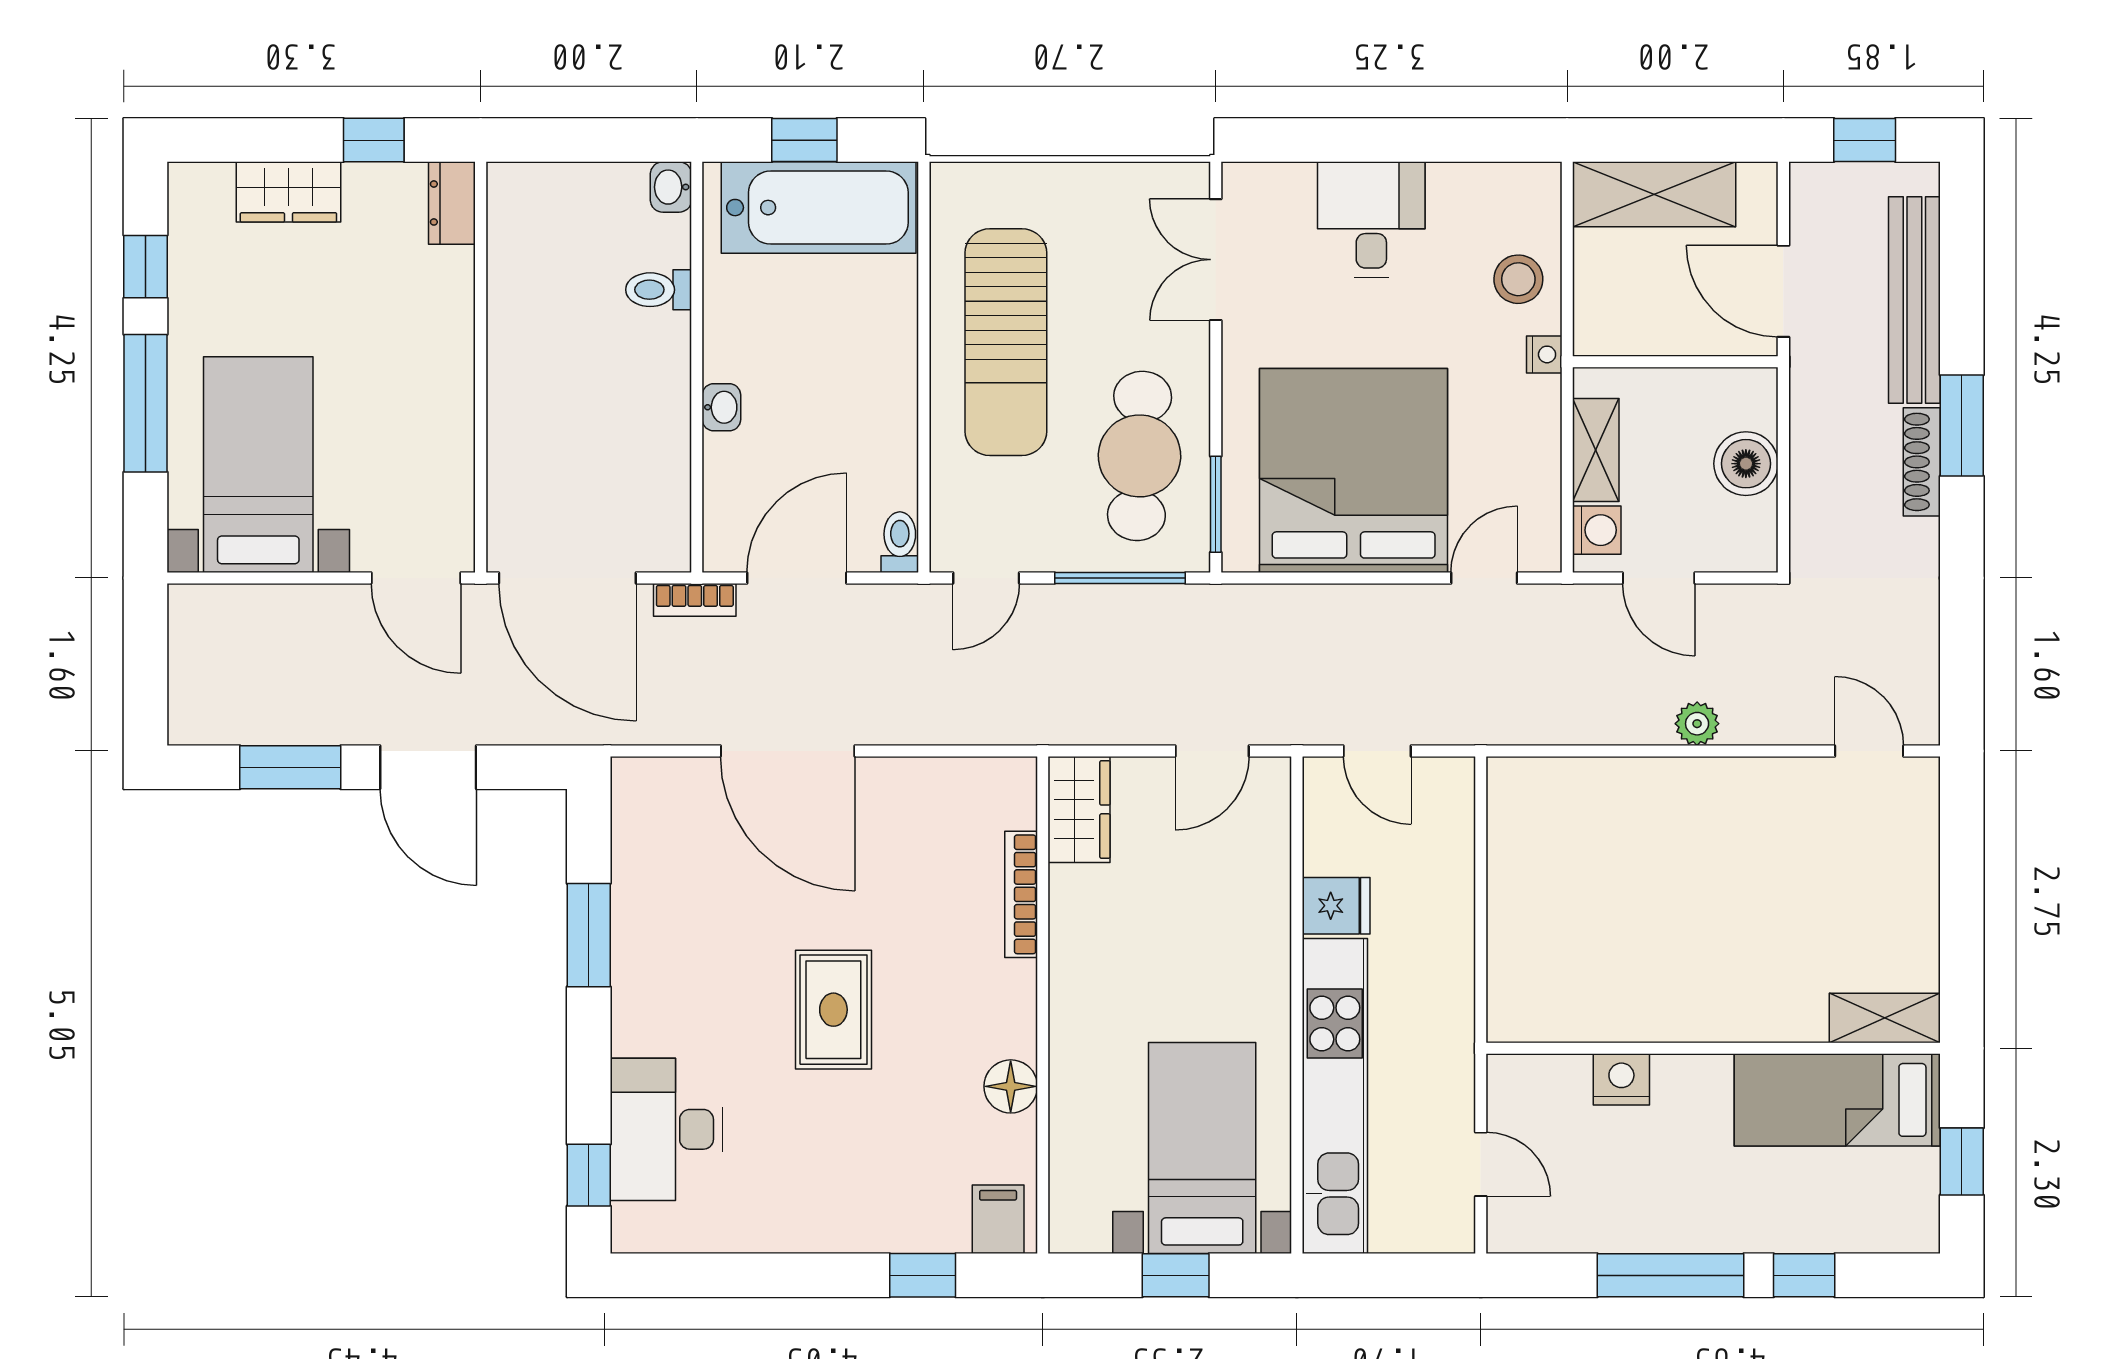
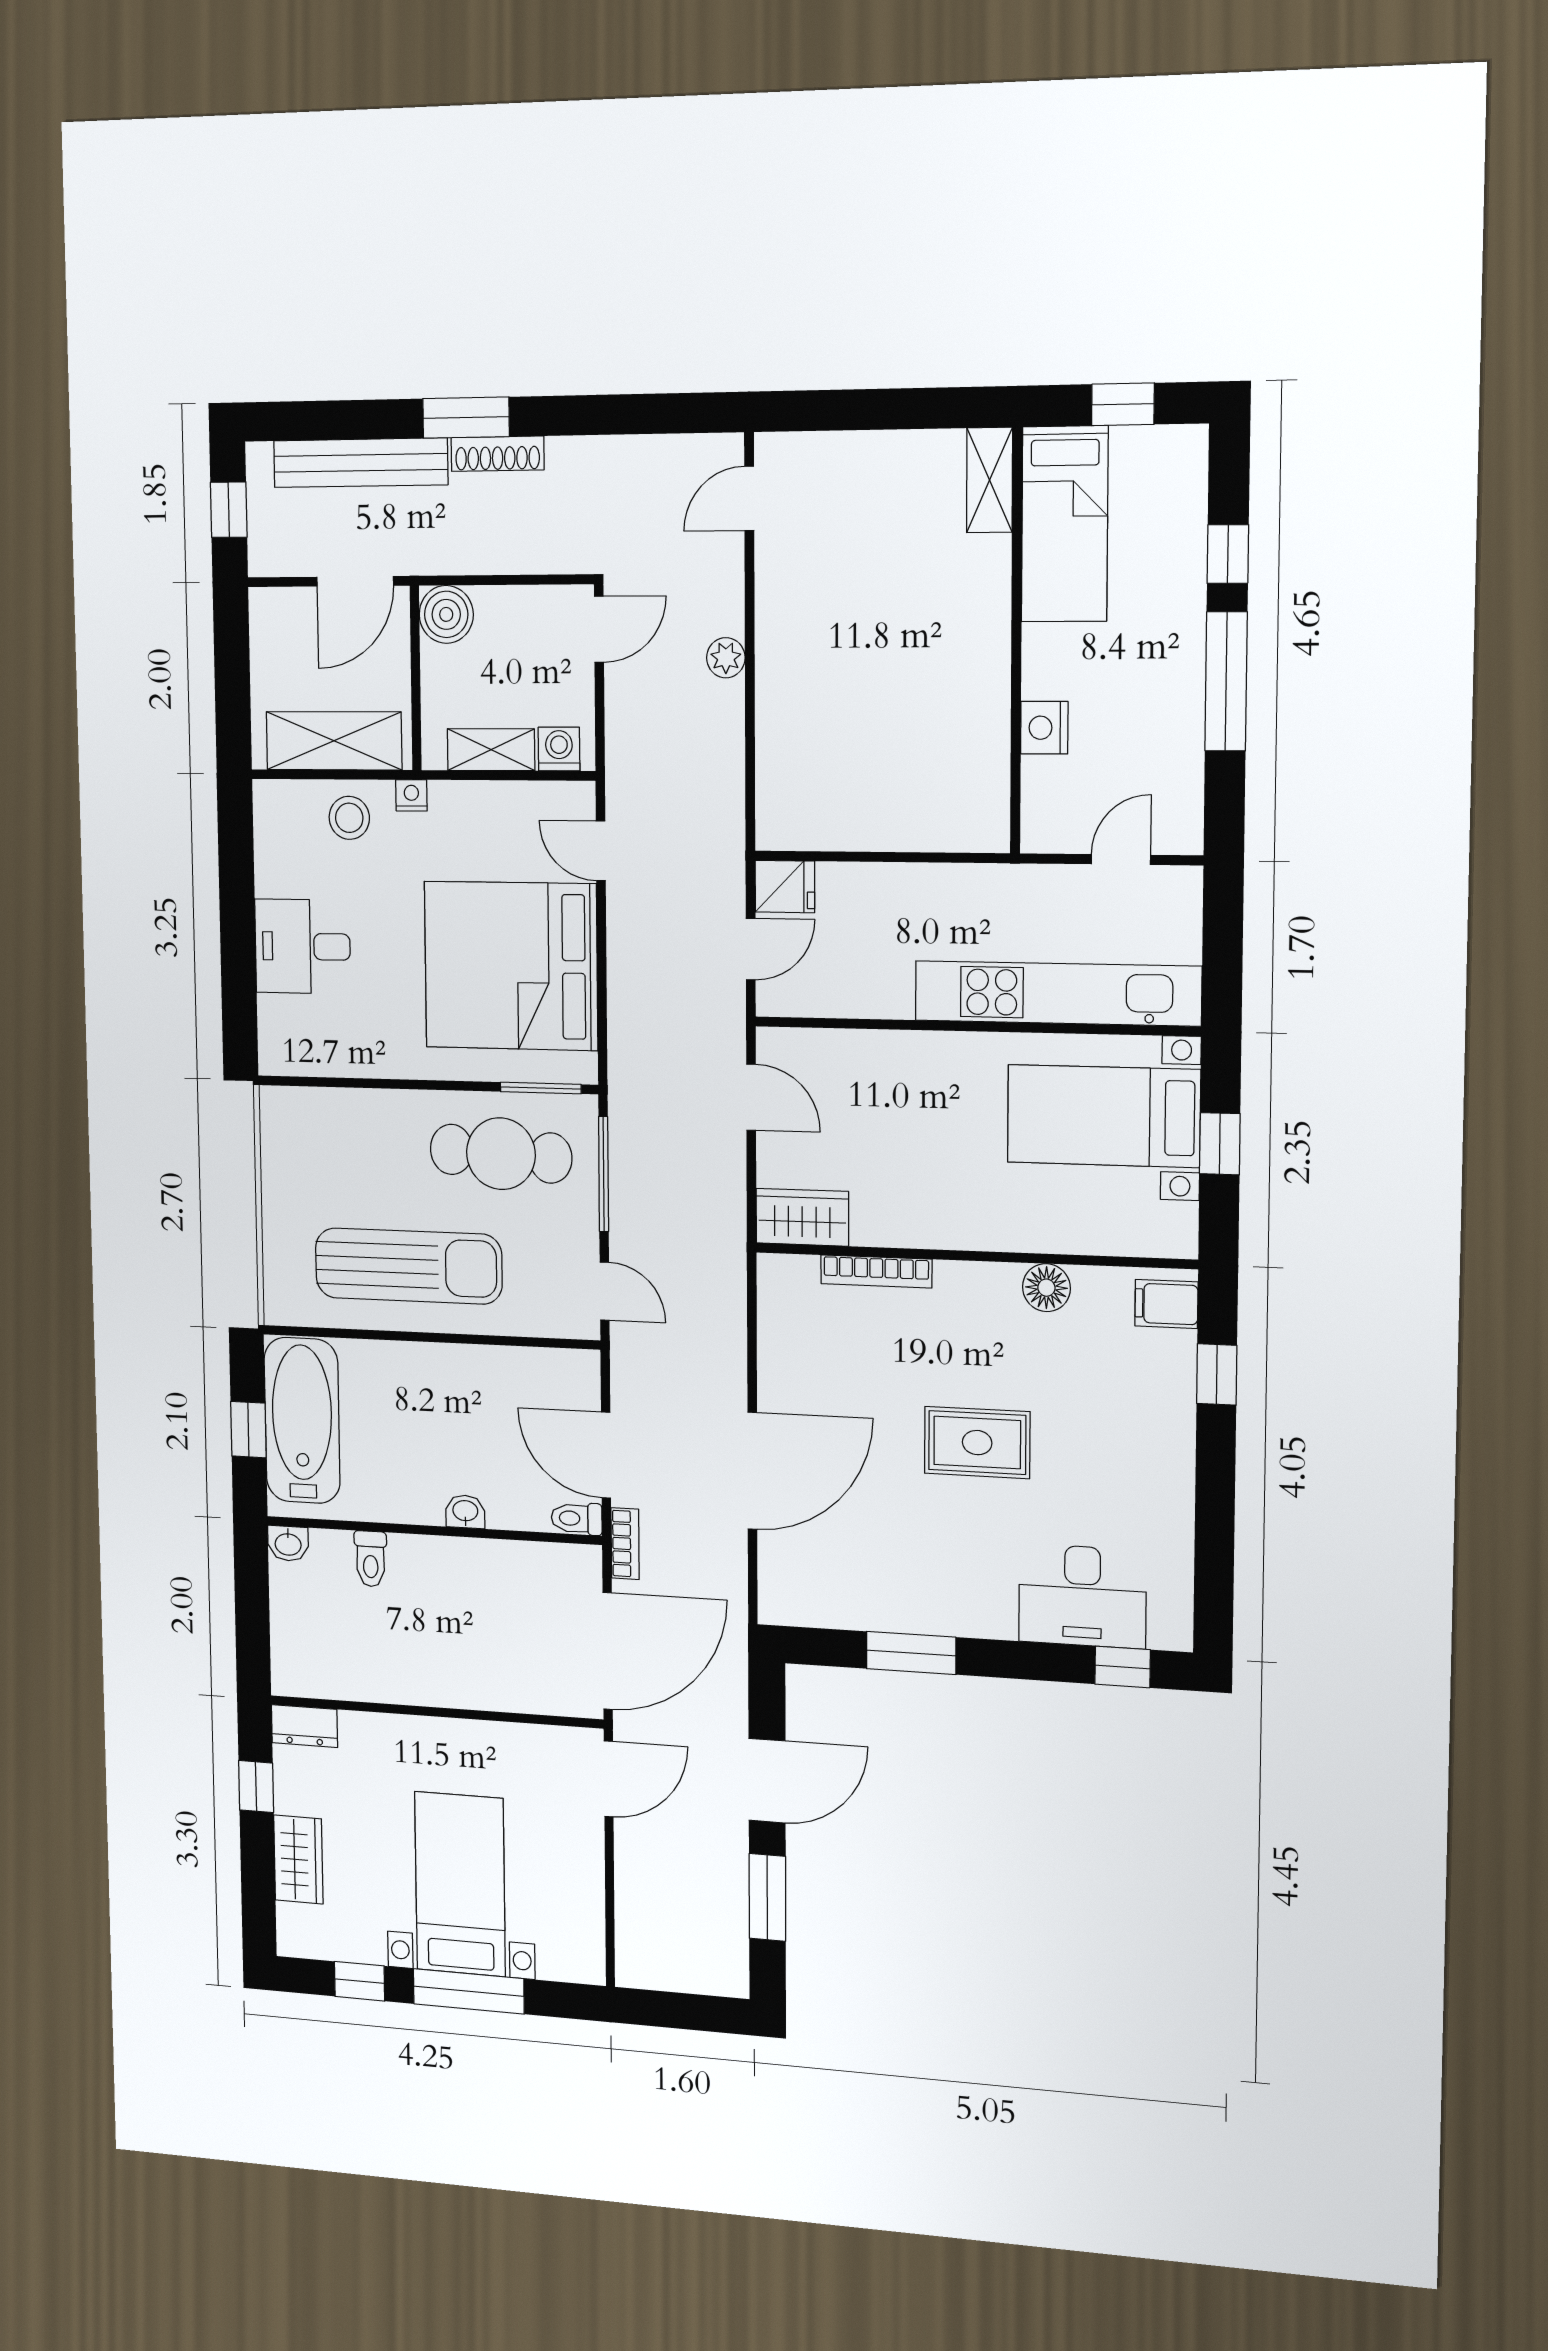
shelving: (1654, 194) -> (334, 741), moved, turned 90
double door: (1216, 260) -> (338, 1082), removed
boiler: (1746, 464) -> (446, 614), moved
bed with nightstands: (258, 465) -> (460, 1884), moved, turned 90
toilet: (900, 542) -> (577, 1518), moved
door: (1659, 578) -> (599, 629), moved
fridge: (1336, 906) -> (785, 887), moved, turned 90

